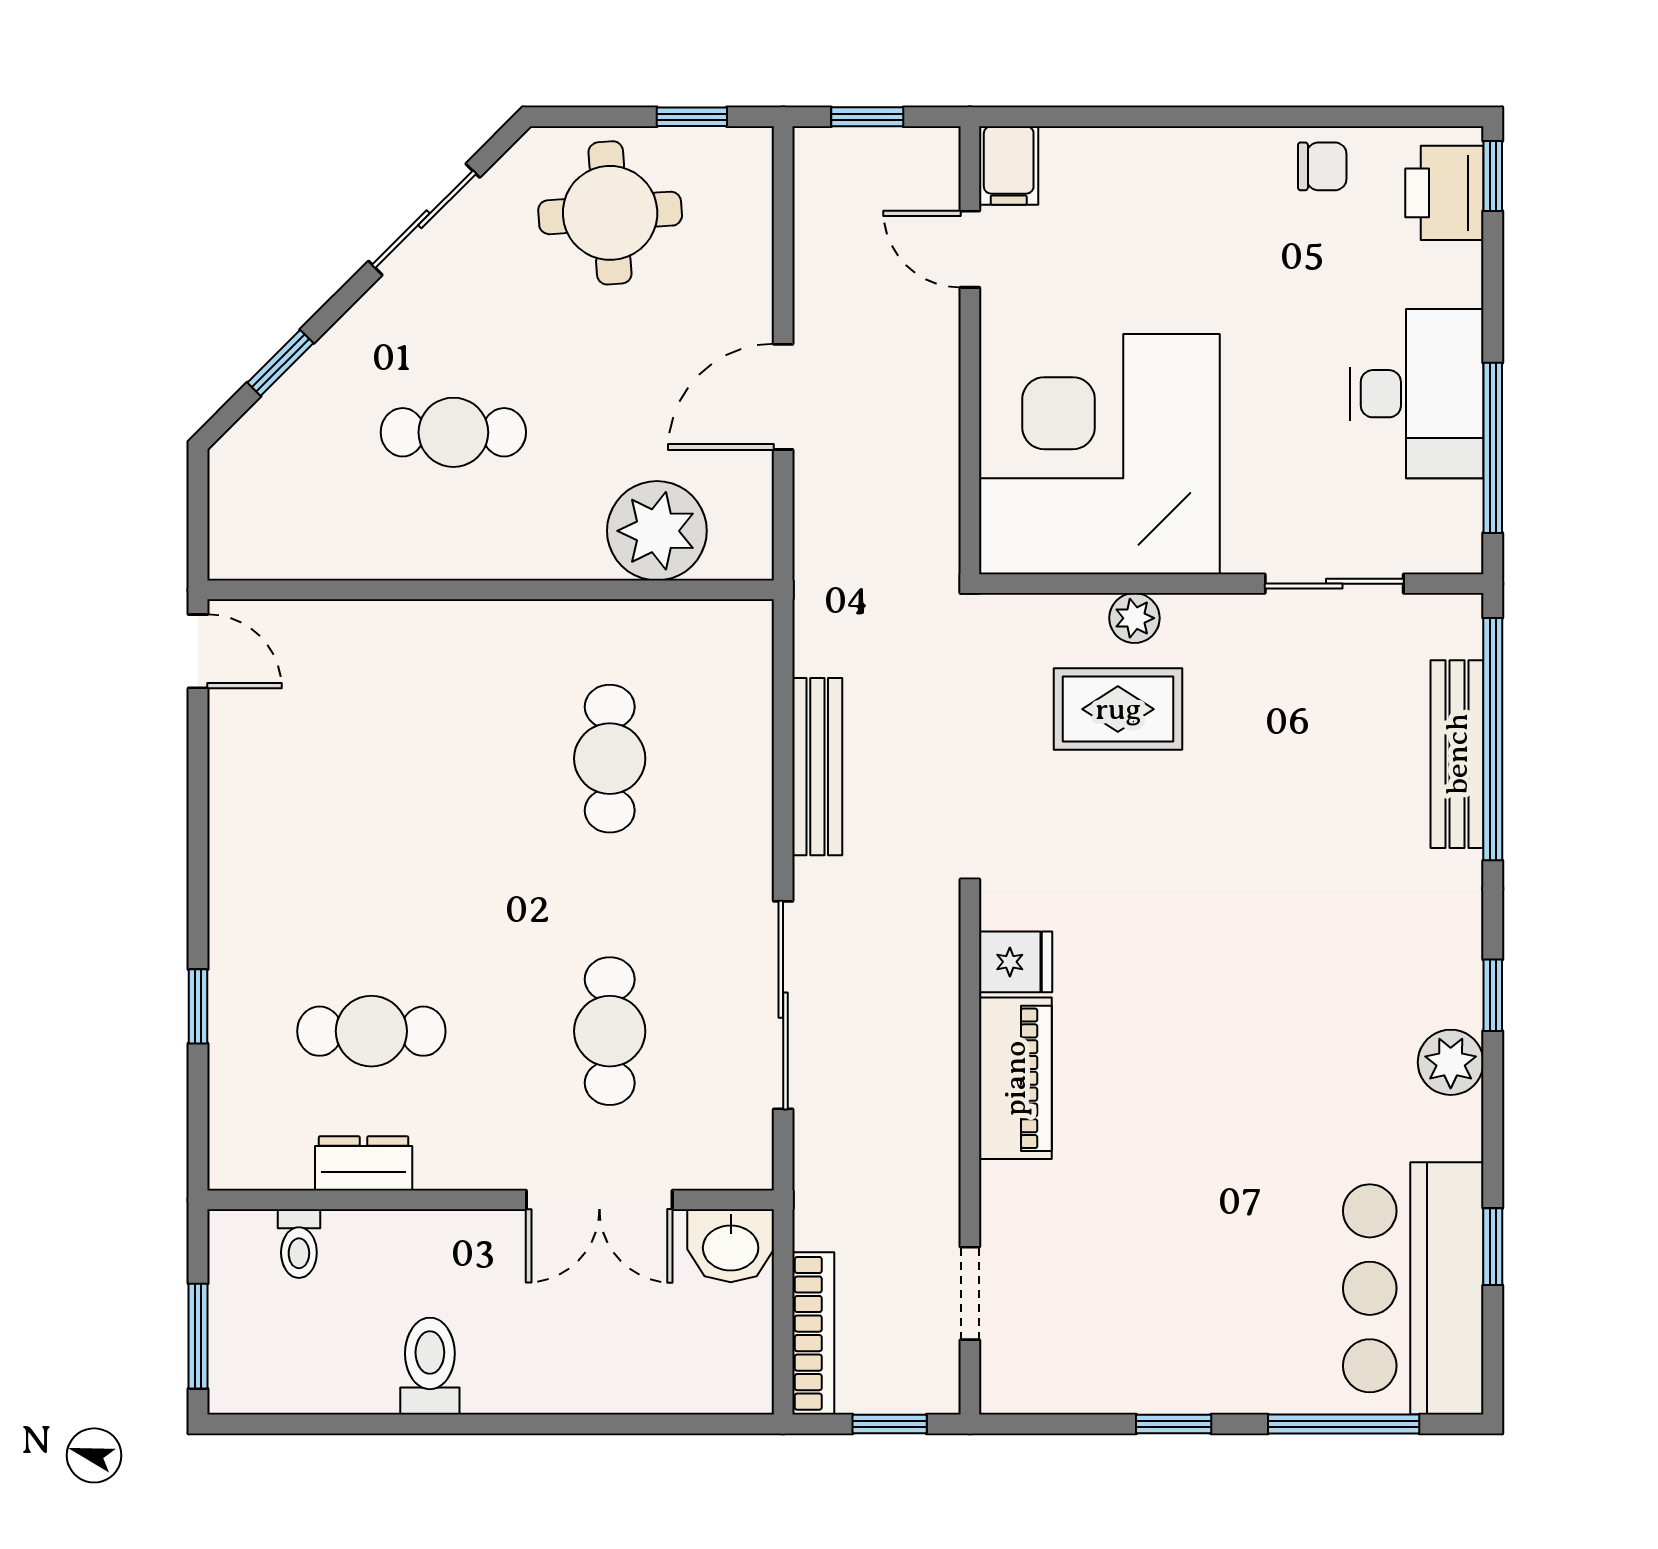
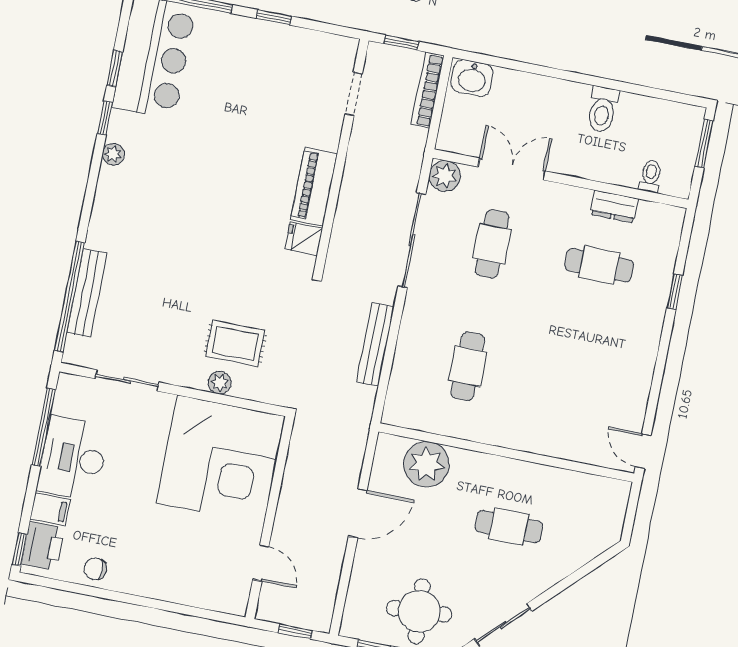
filing cabinet: (1009, 165) -> (50, 509), moved, turned 90
window: (280, 363) -> (580, 573), removed
window: (1493, 995) -> (105, 118), moved
plant: (1451, 1062) -> (113, 154), width x0.73, depth x0.73
plant: (740, 1157) -> (445, 176), added
washbasin: (731, 1246) -> (472, 78), moved, turned 180

